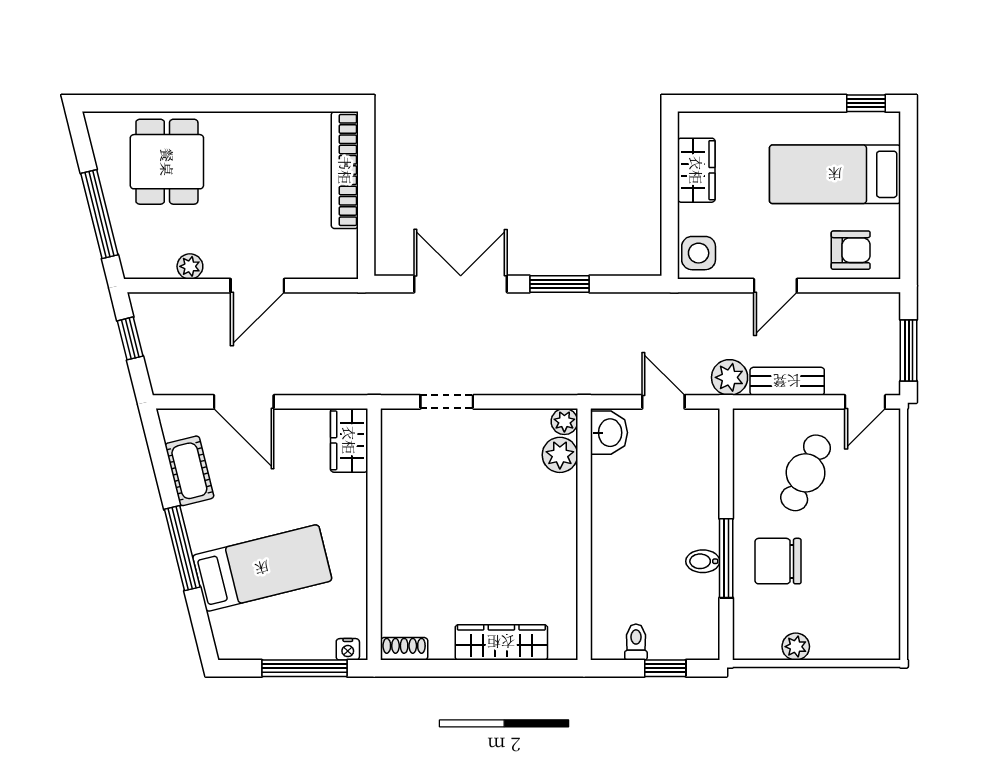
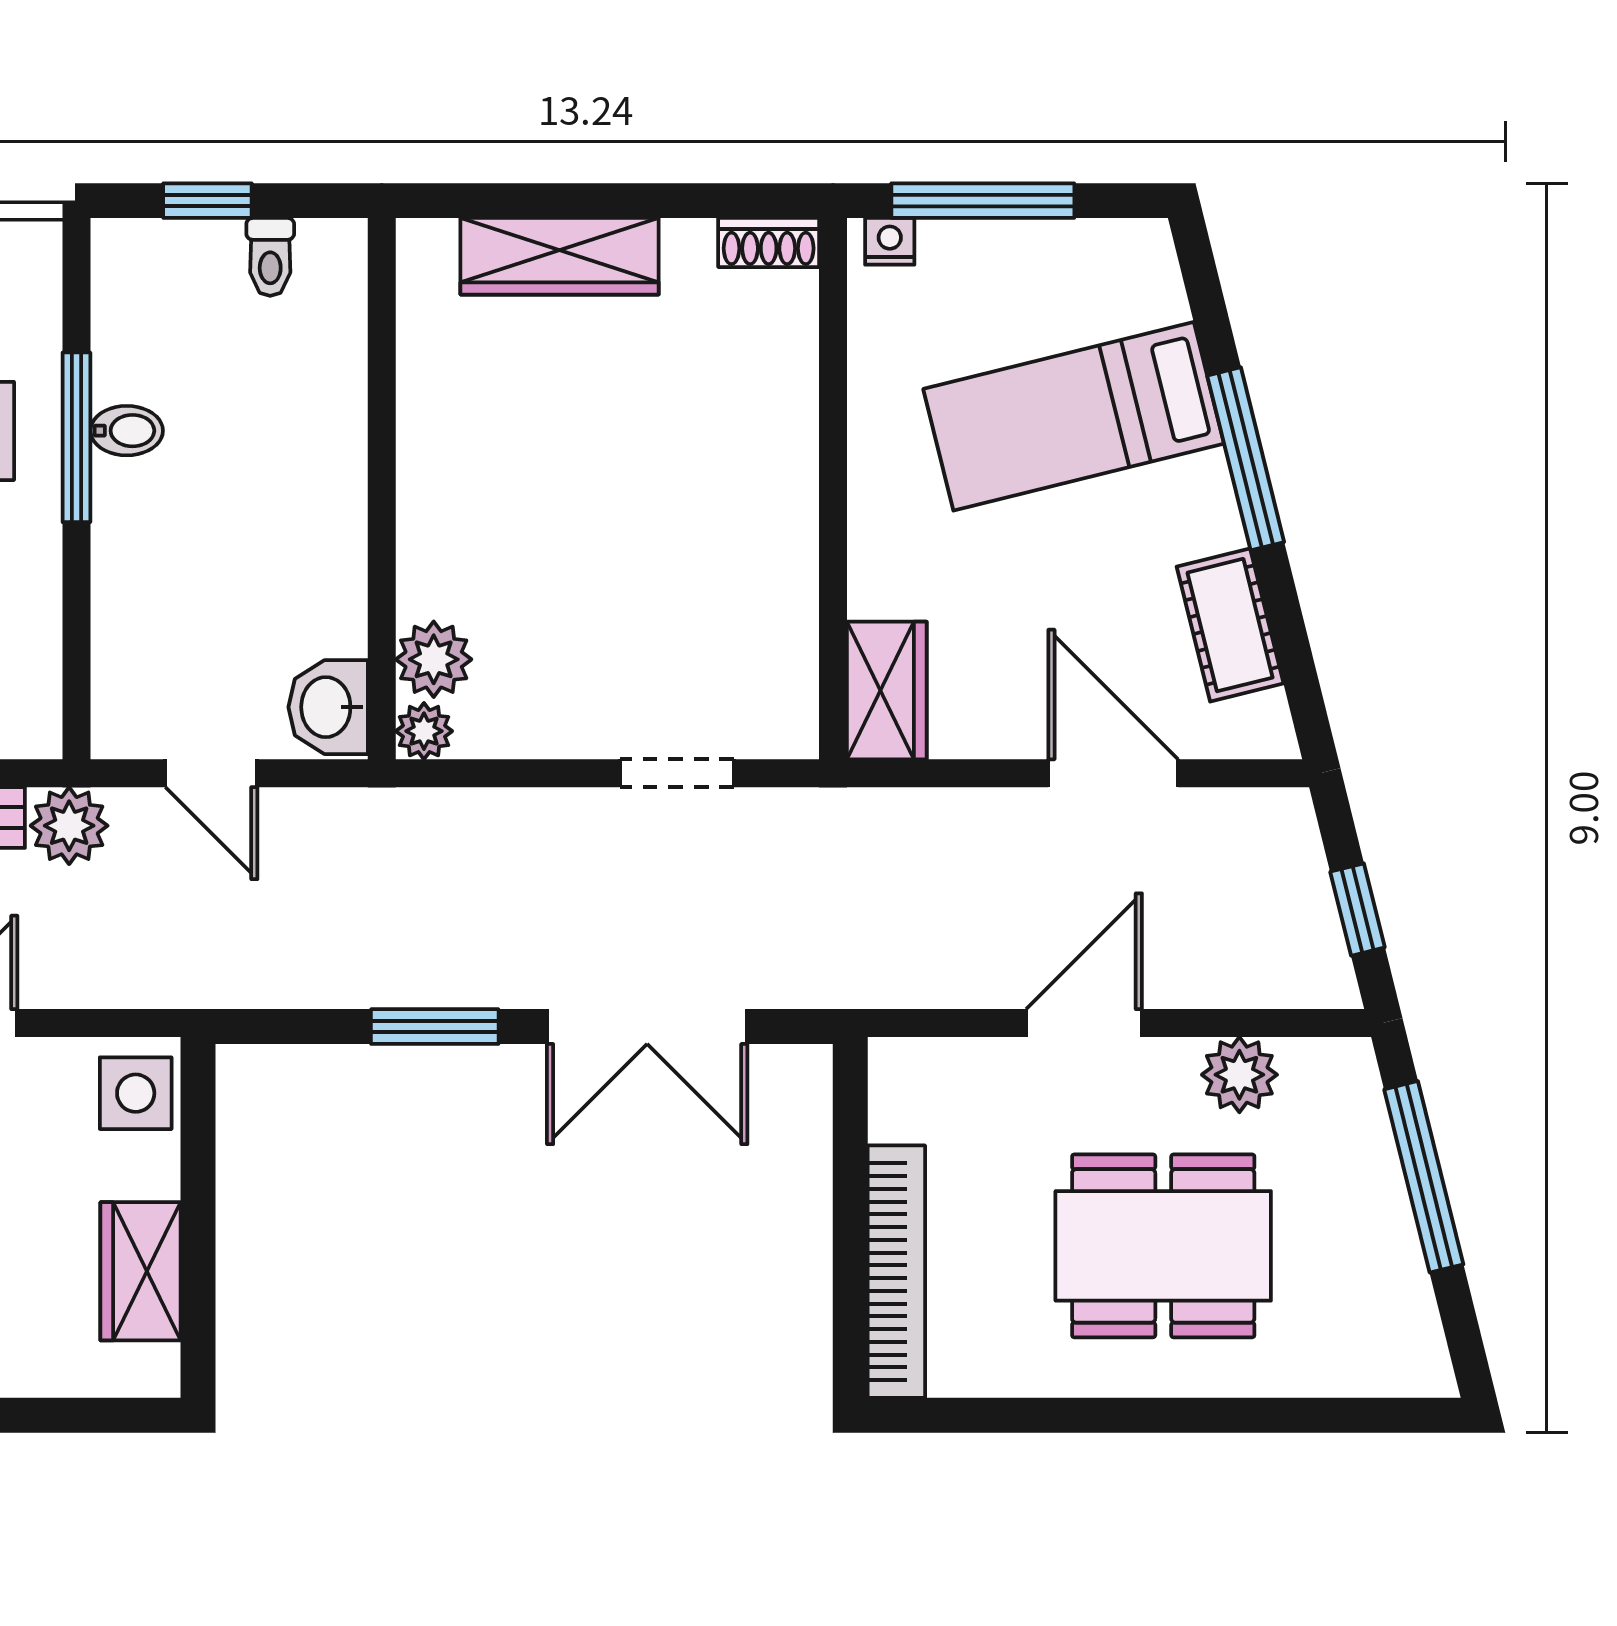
dining table: (167, 162) -> (1163, 1246), moved, width x1.38
plant: (190, 266) -> (1239, 1075), width x1.38, depth x1.38

